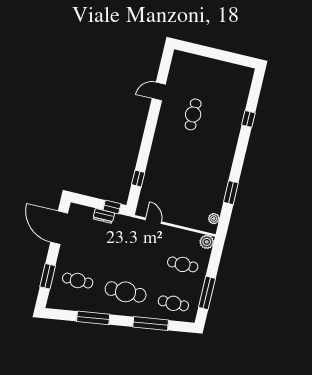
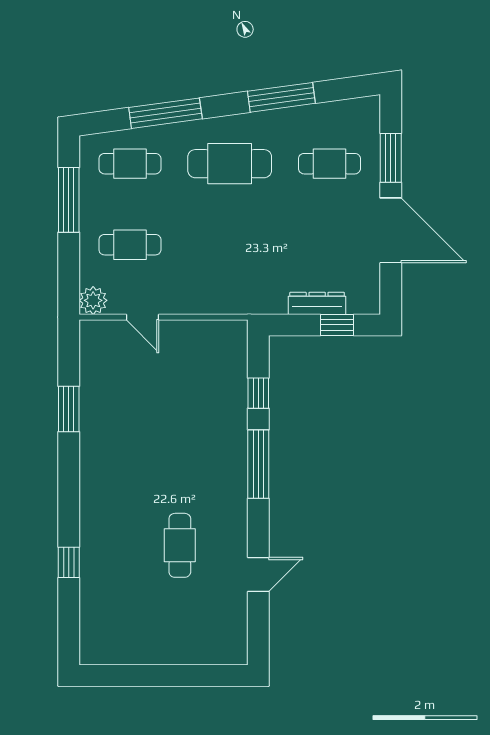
window: (146, 144) -> (258, 464), added
window: (112, 207) -> (337, 325), moved
dresser: (104, 216) -> (317, 303), width x1.44
plant: (214, 219) -> (90, 350), removed
door: (153, 221) -> (143, 317), moved
door: (59, 228) -> (391, 230), moved

